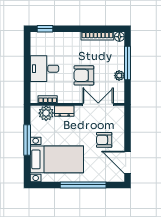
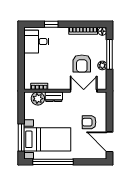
window: (45, 29) -> (51, 24), moved
desk: (44, 69) -> (36, 42), moved
armchair: (84, 75) -> (82, 63), moved, turned -90
window: (27, 140) -> (21, 137), moved
window: (83, 185) -> (53, 162), moved

